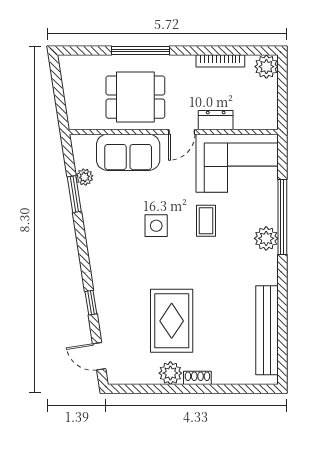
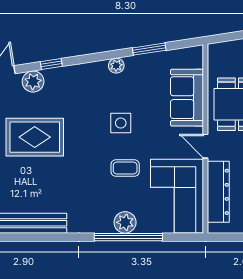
dresser: (216, 120) -> (218, 192), width x1.96, depth x1.24
plant: (84, 177) -> (116, 66), moved
plant: (266, 238) -> (125, 222), moved
plant: (110, 323) -> (33, 81), added

